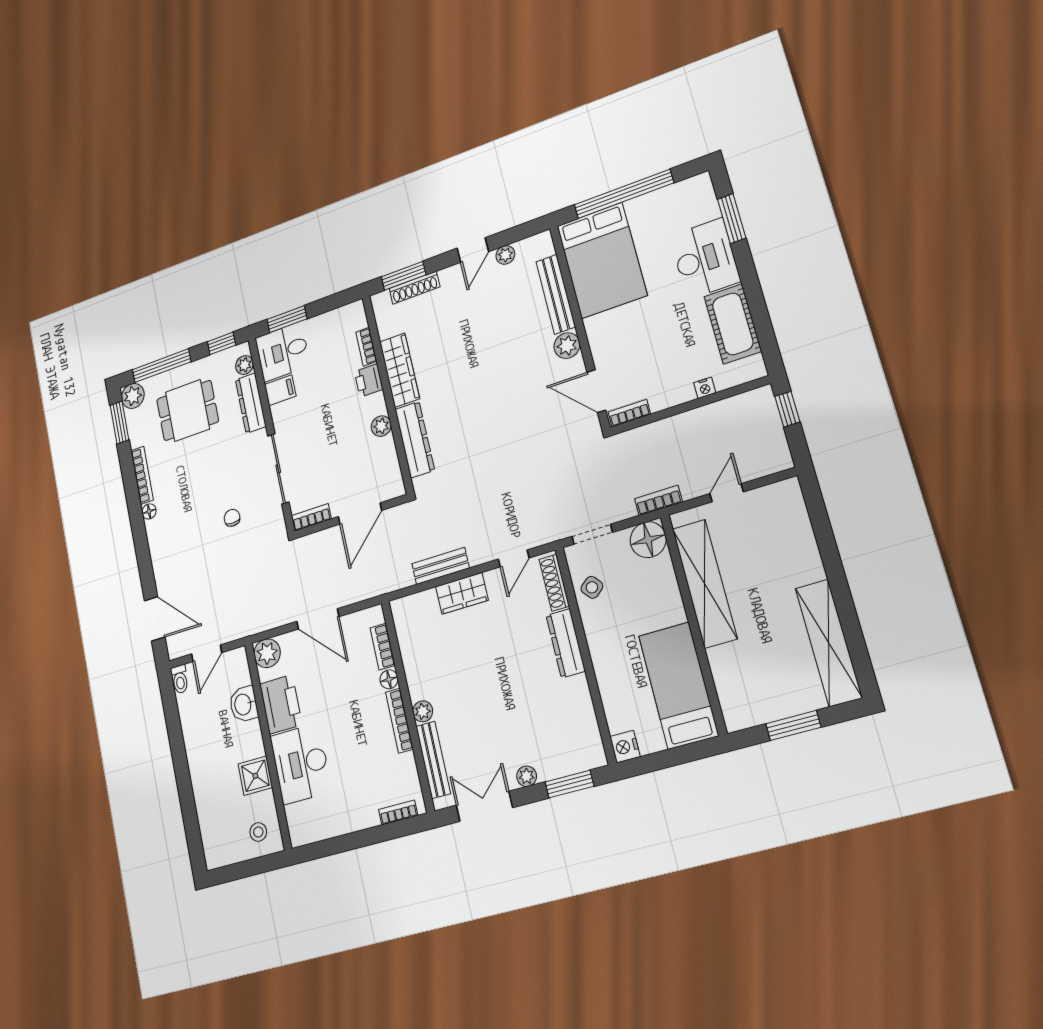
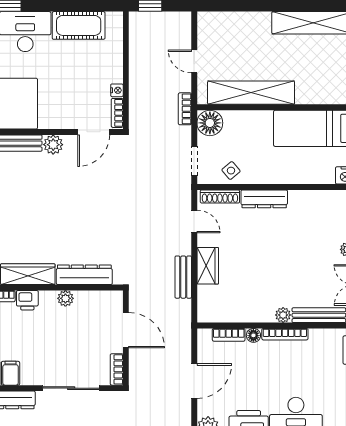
nightstand: (705, 388) -> (117, 90), moved

